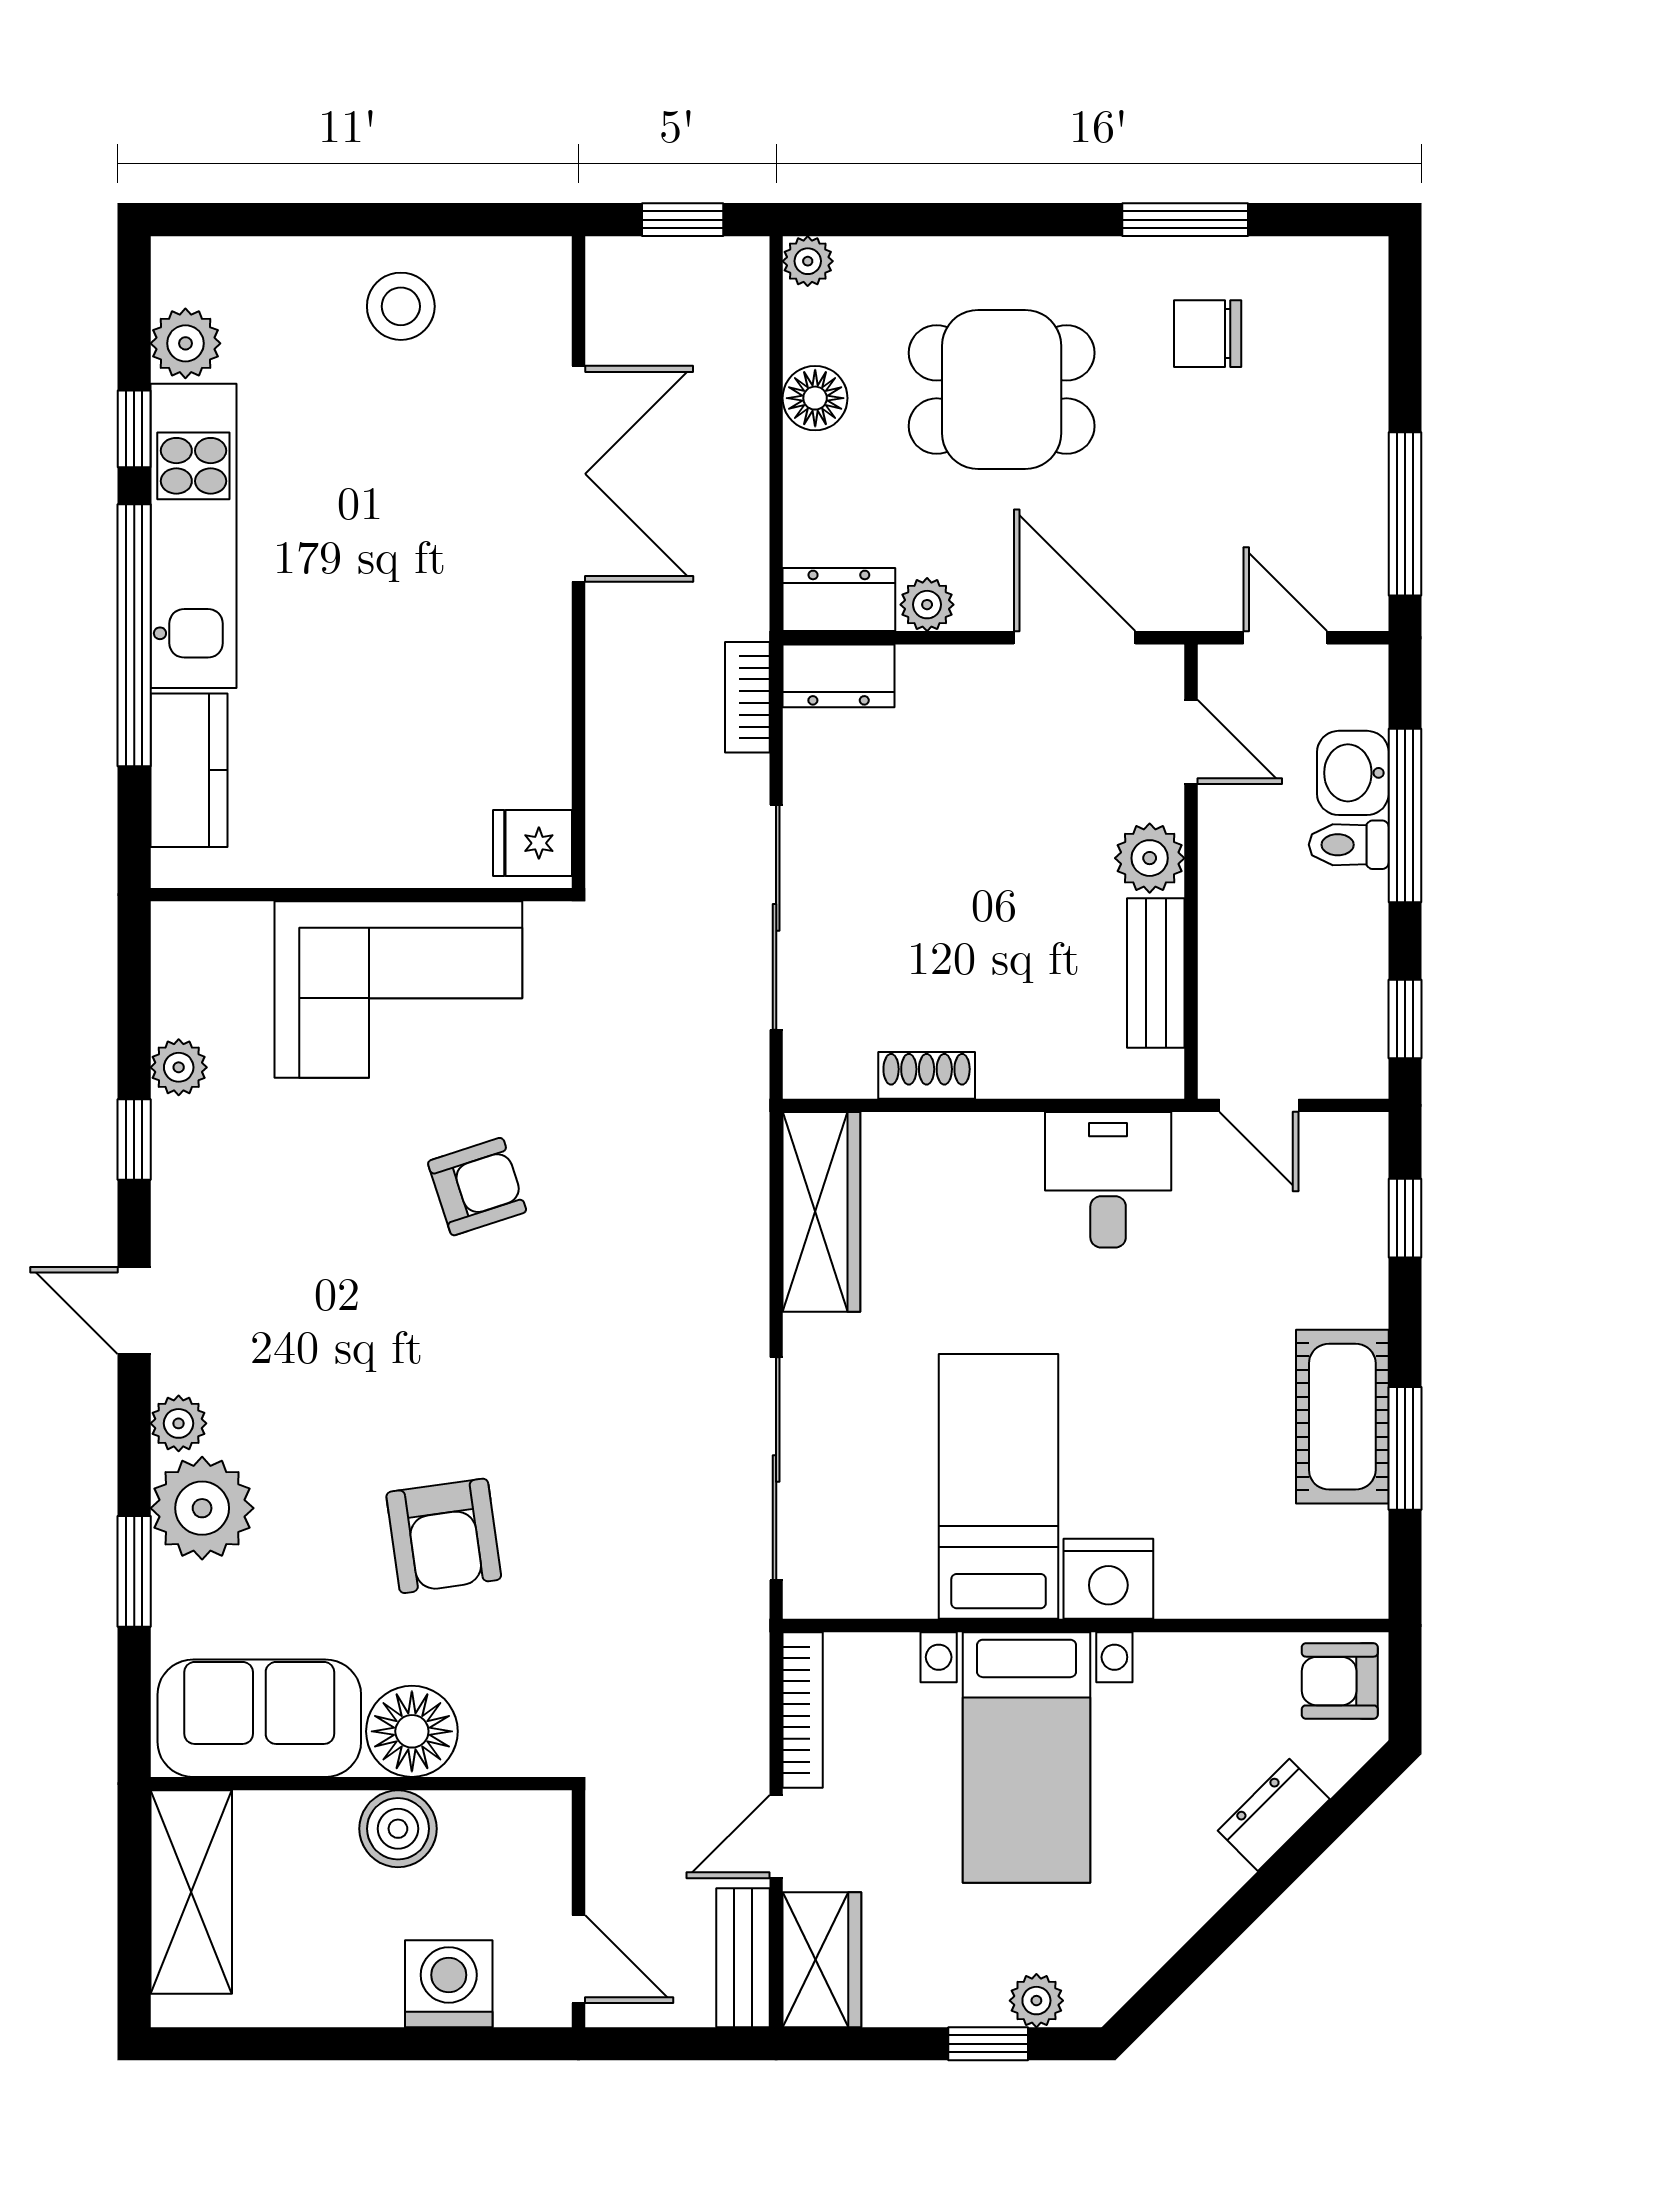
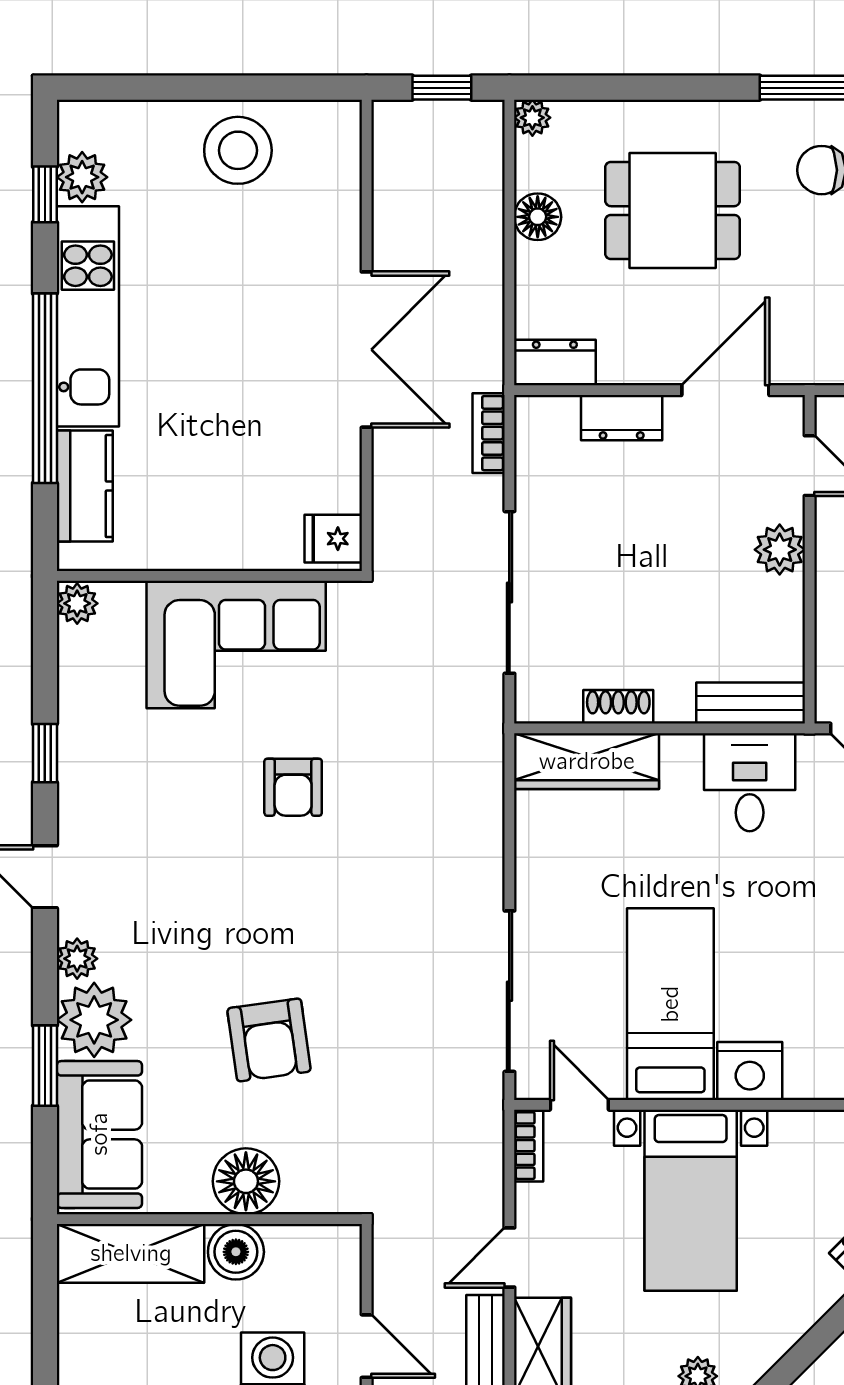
stool: (401, 306) -> (238, 150), width x1.38, depth x1.38
window: (134, 429) -> (45, 194), moved
double door: (579, 474) -> (367, 350), moved
plant: (927, 605) -> (619, 366), removed
door: (1075, 638) -> (725, 390), hinge flipped
dresser: (839, 676) -> (622, 418), moved
bench: (1156, 973) -> (751, 703), moved, turned 90
plant: (179, 1067) -> (77, 603), moved
armchair: (477, 1187) -> (293, 787), turned 108
wardrobe: (821, 1212) -> (587, 761), moved, turned 90
door: (873, 1626) -> (579, 1105), added
bookcase: (803, 1710) -> (529, 1146), width x0.64
sofa: (259, 1718) -> (99, 1134), moved, turned 90
shelving: (191, 1892) -> (131, 1253), moved, turned 90

